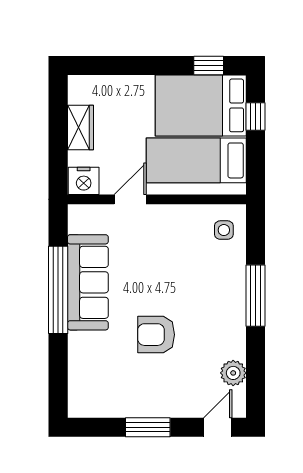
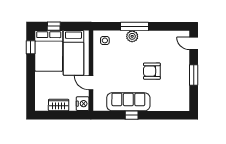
window: (58, 290) -> (132, 115), width x0.32
armchair: (156, 335) -> (152, 71), turned 90
plant: (233, 373) -> (132, 36), moved

